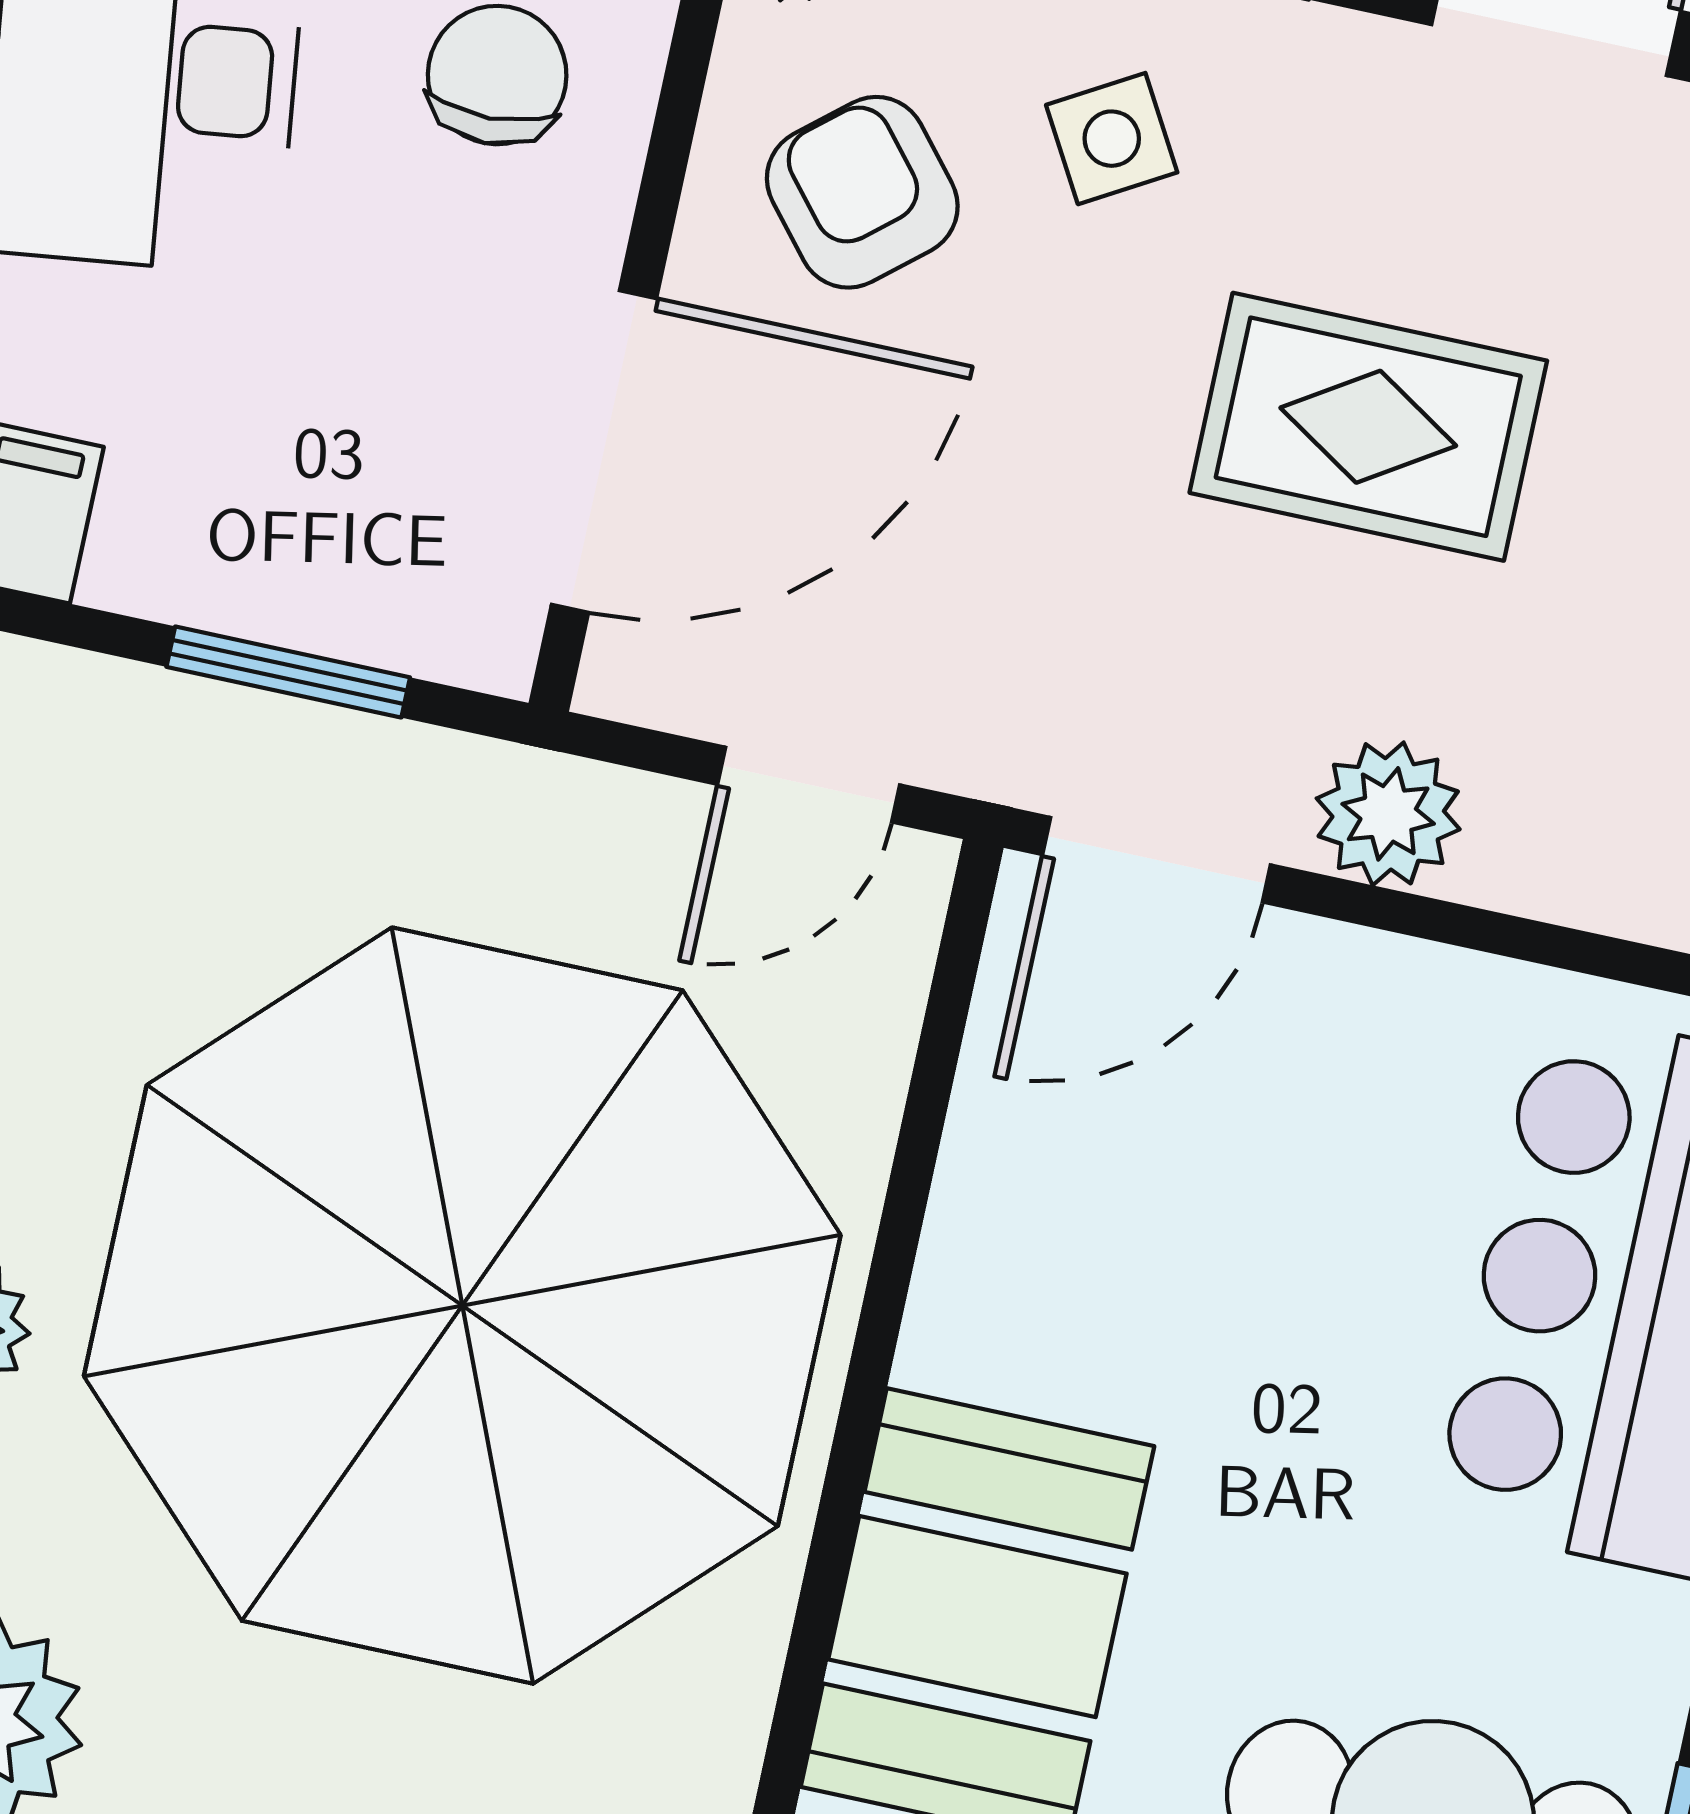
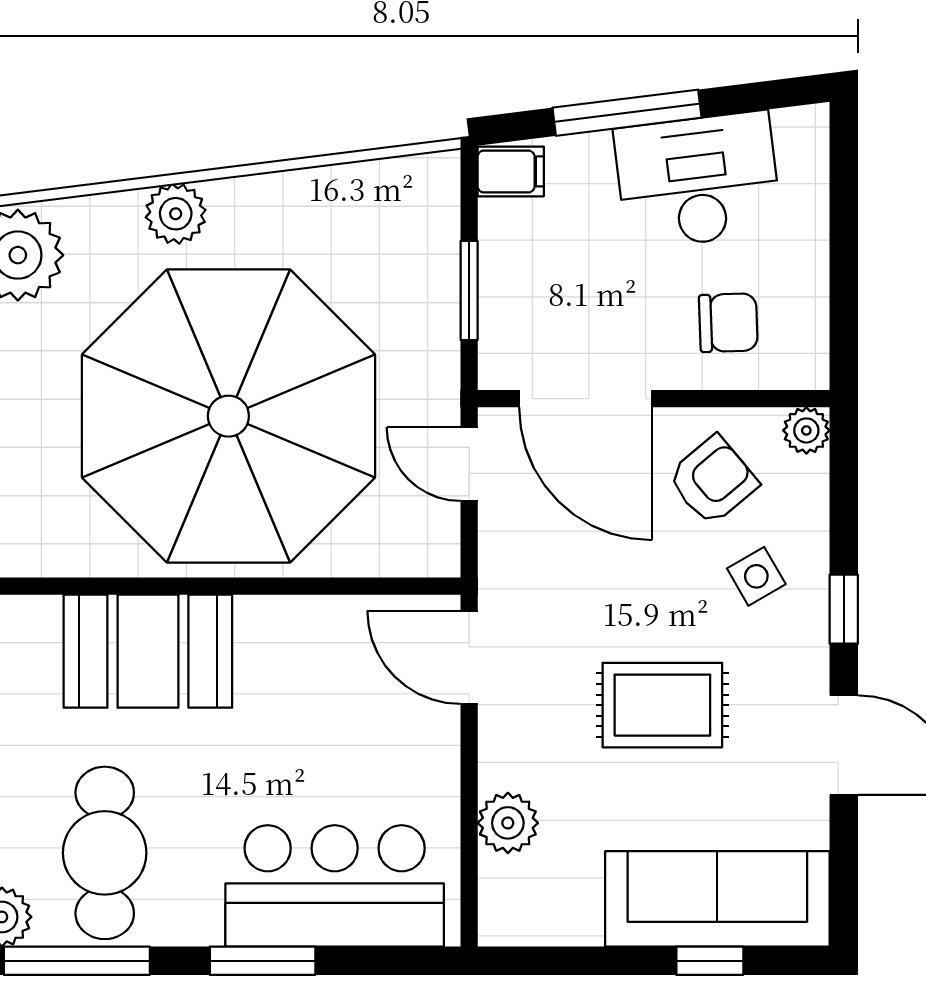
rug: (1368, 427) -> (662, 705), turned 90
door: (809, 785) -> (469, 464), moved
plant: (1388, 814) -> (508, 823), moved

